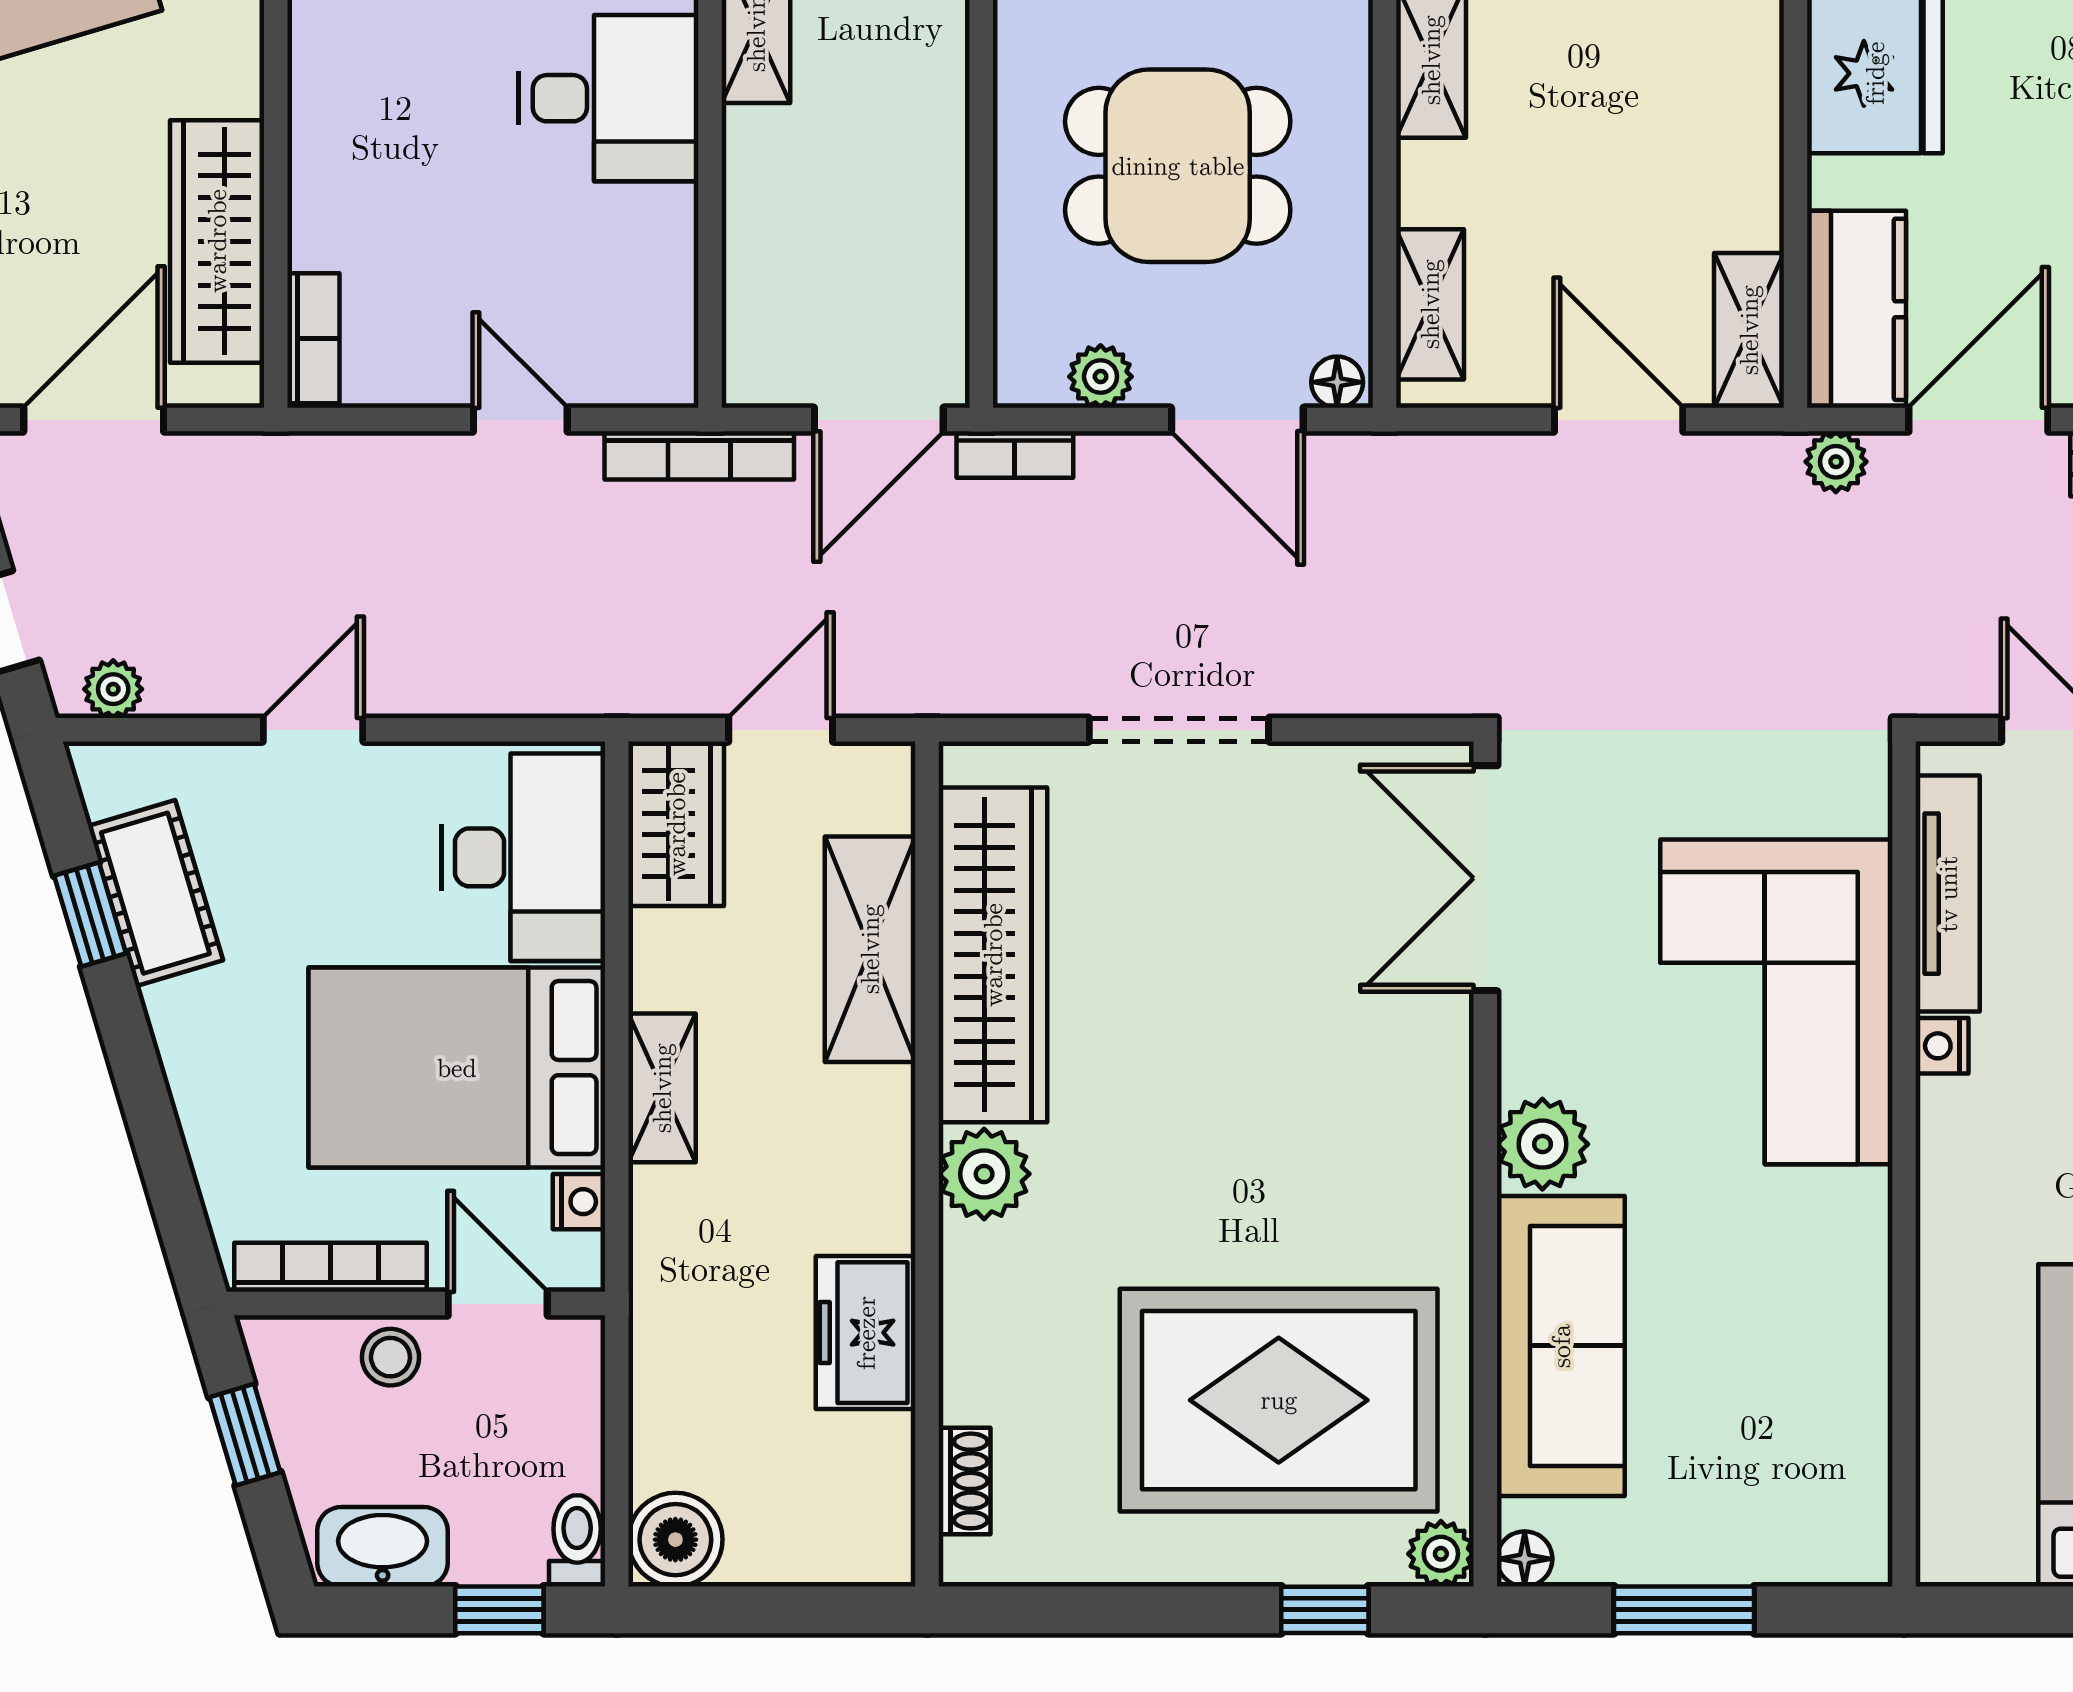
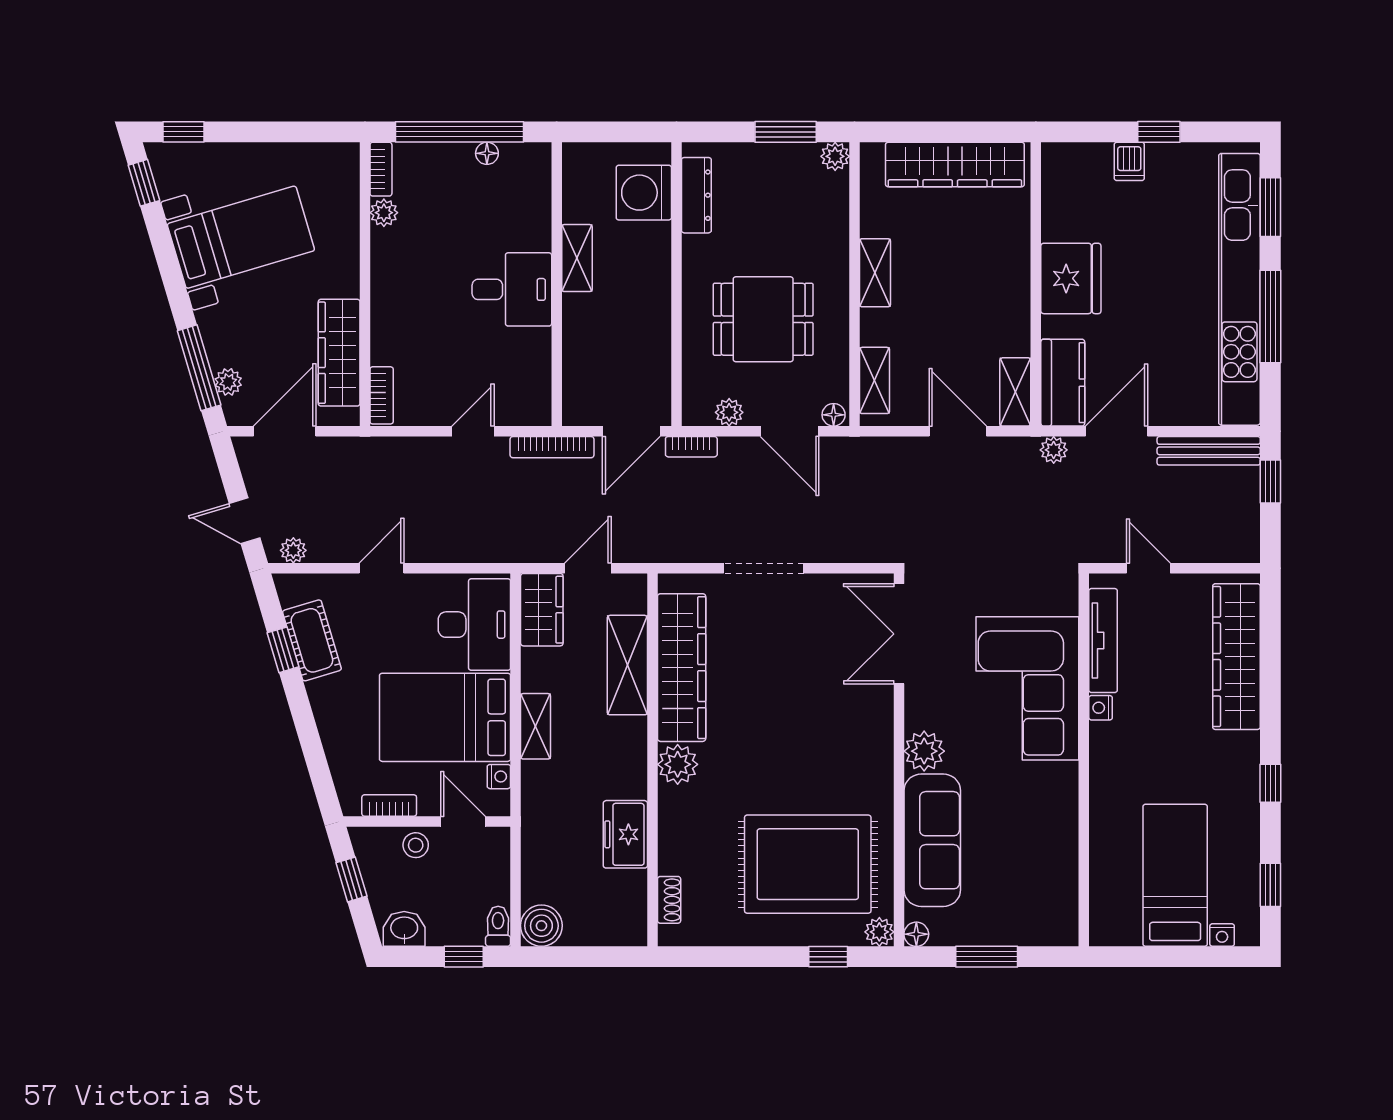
door: (520, 420) -> (473, 431), hinge flipped
bookcase: (330, 1267) -> (389, 805), width x0.64
washbasin: (383, 1547) -> (404, 929), width x0.72

